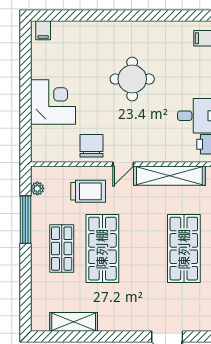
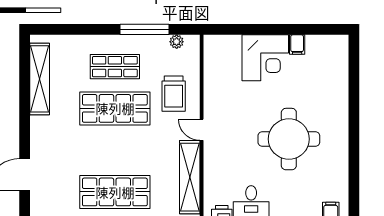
filing cabinet: (43, 30) -> (297, 45), moved, turned -90
round table: (132, 79) -> (289, 139), width x1.36, depth x1.36
chair: (92, 146) -> (220, 97), removed
shelving: (74, 322) -> (40, 79), width x1.47

